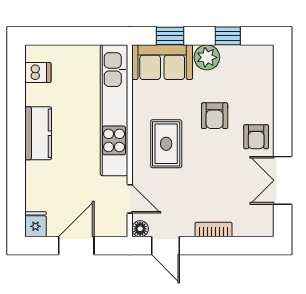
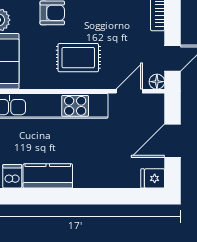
kitchen counter: (38, 133) -> (48, 176), moved
door: (76, 246) -> (172, 141), hinge flipped

